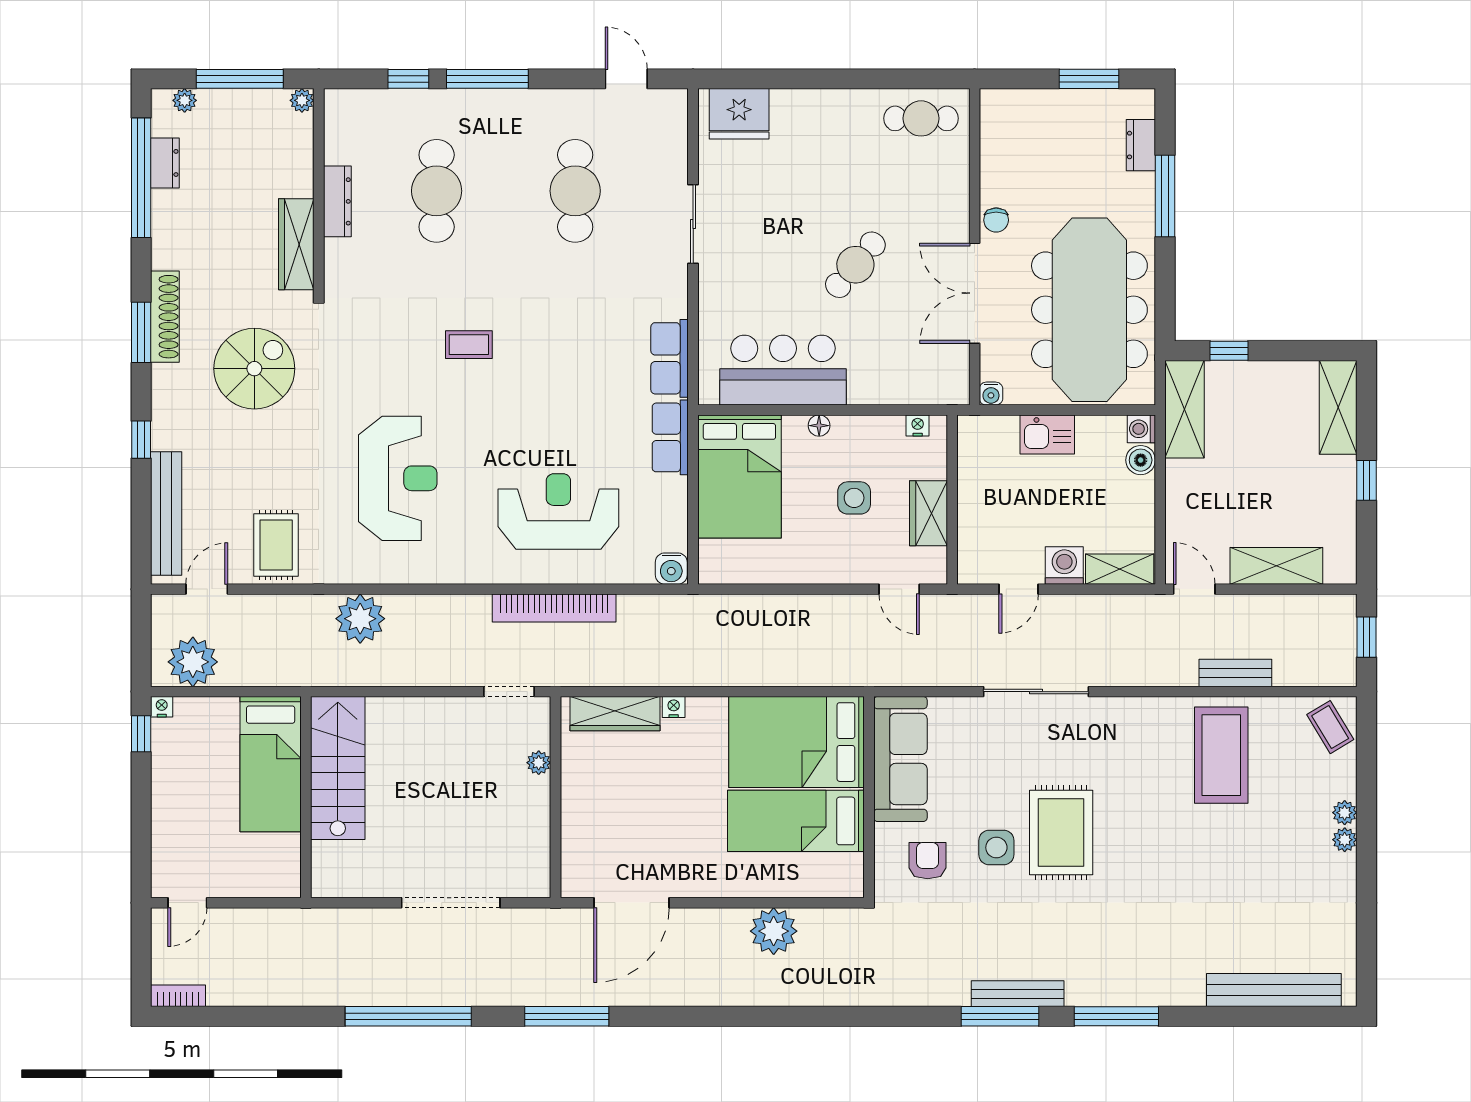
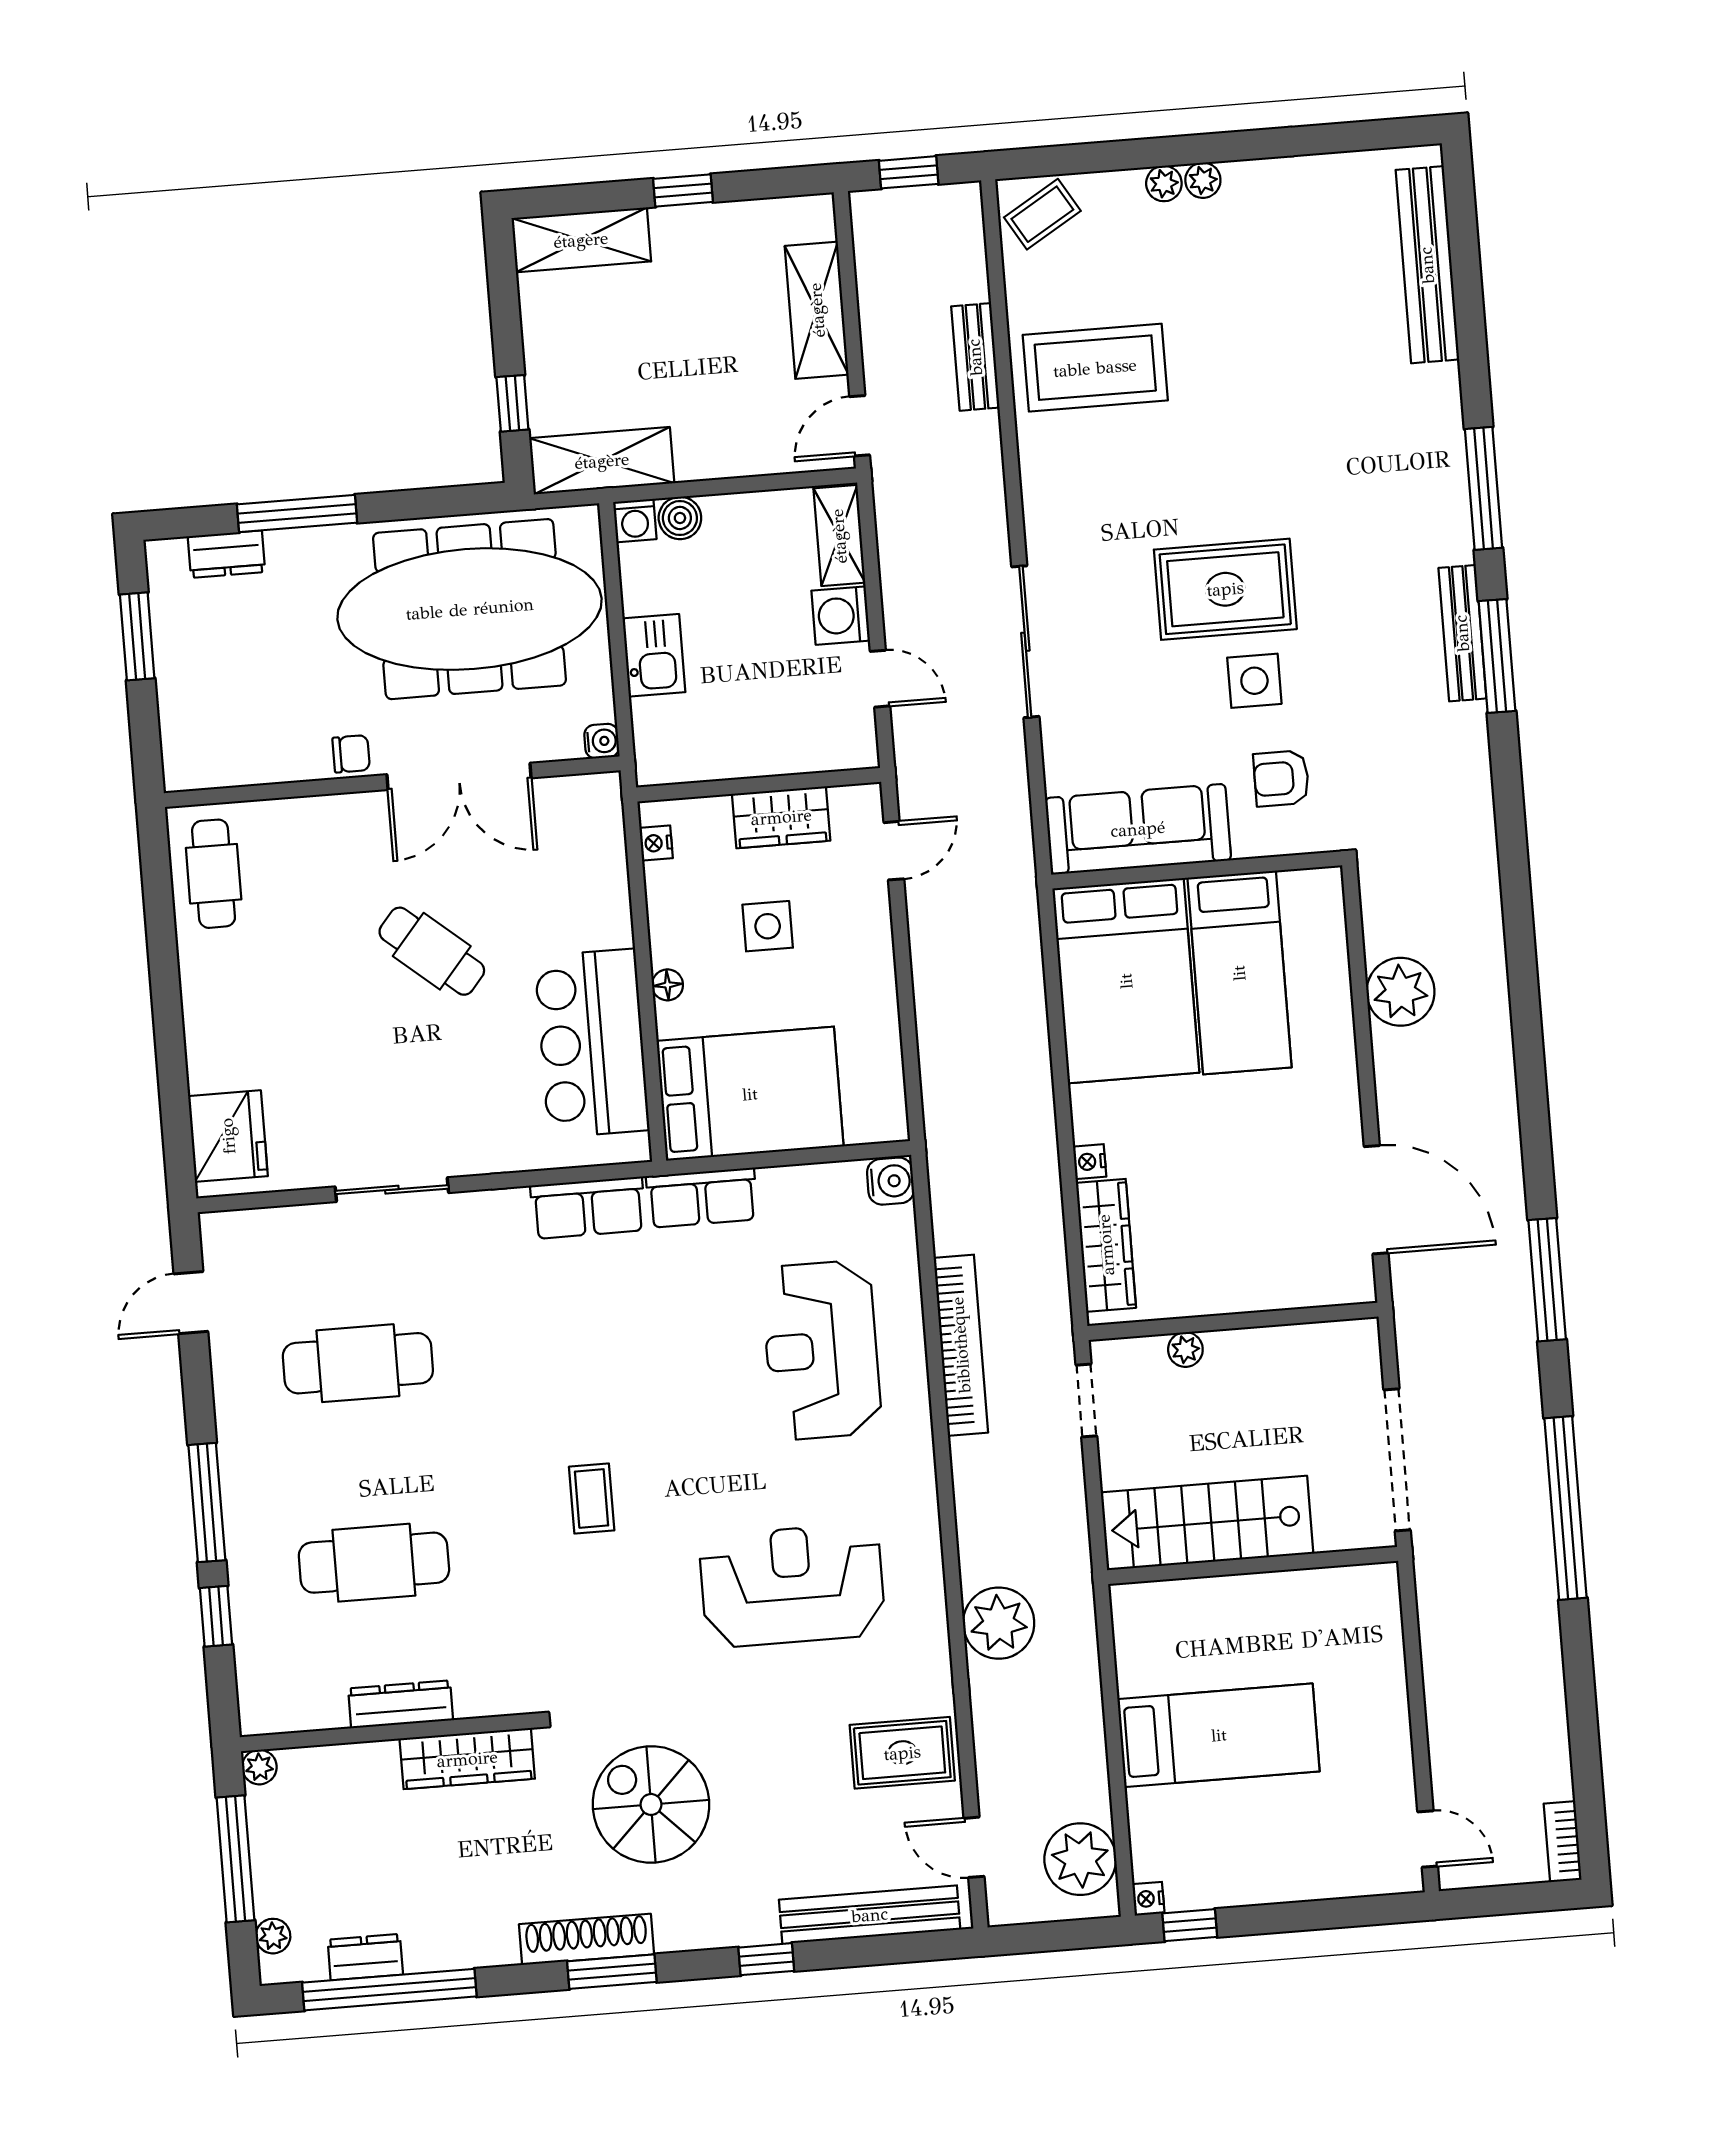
stairs: (338, 768) -> (1207, 1523), moved
wall: (306, 797) -> (1253, 1565), moved

